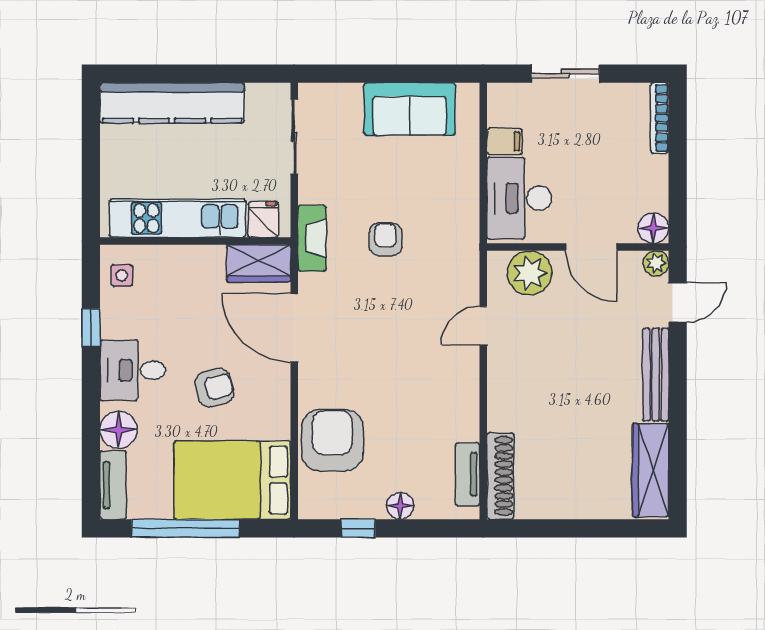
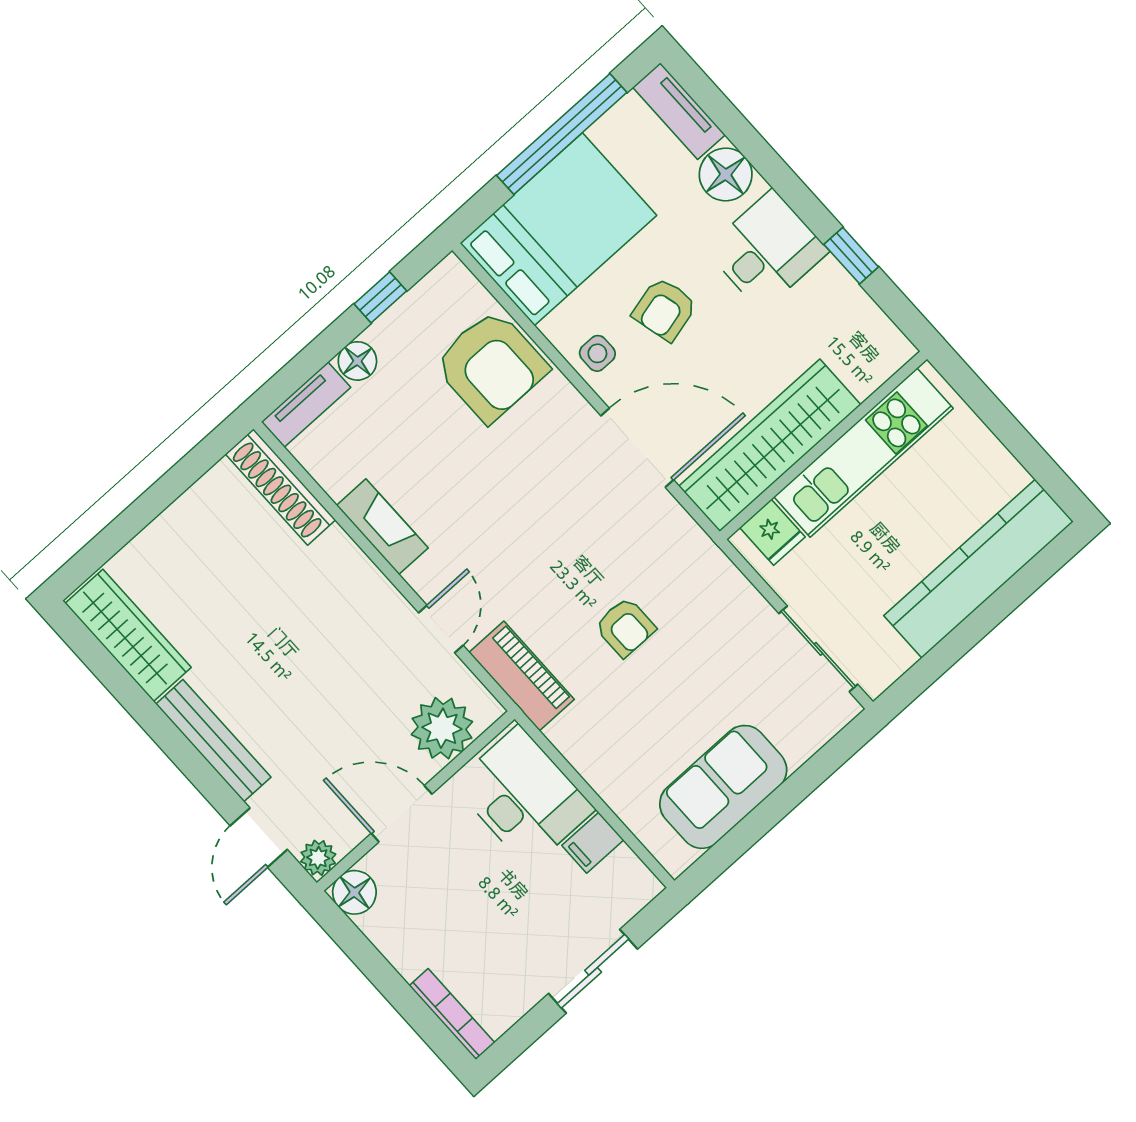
fireplace: (312, 238) -> (382, 527), moved, turned 180
wardrobe: (259, 263) -> (770, 445), width x2.10, depth x1.17
piano: (463, 263) -> (522, 676), added
side table: (122, 275) -> (597, 353), moved
tv unit: (468, 474) -> (306, 405), moved, turned 90

